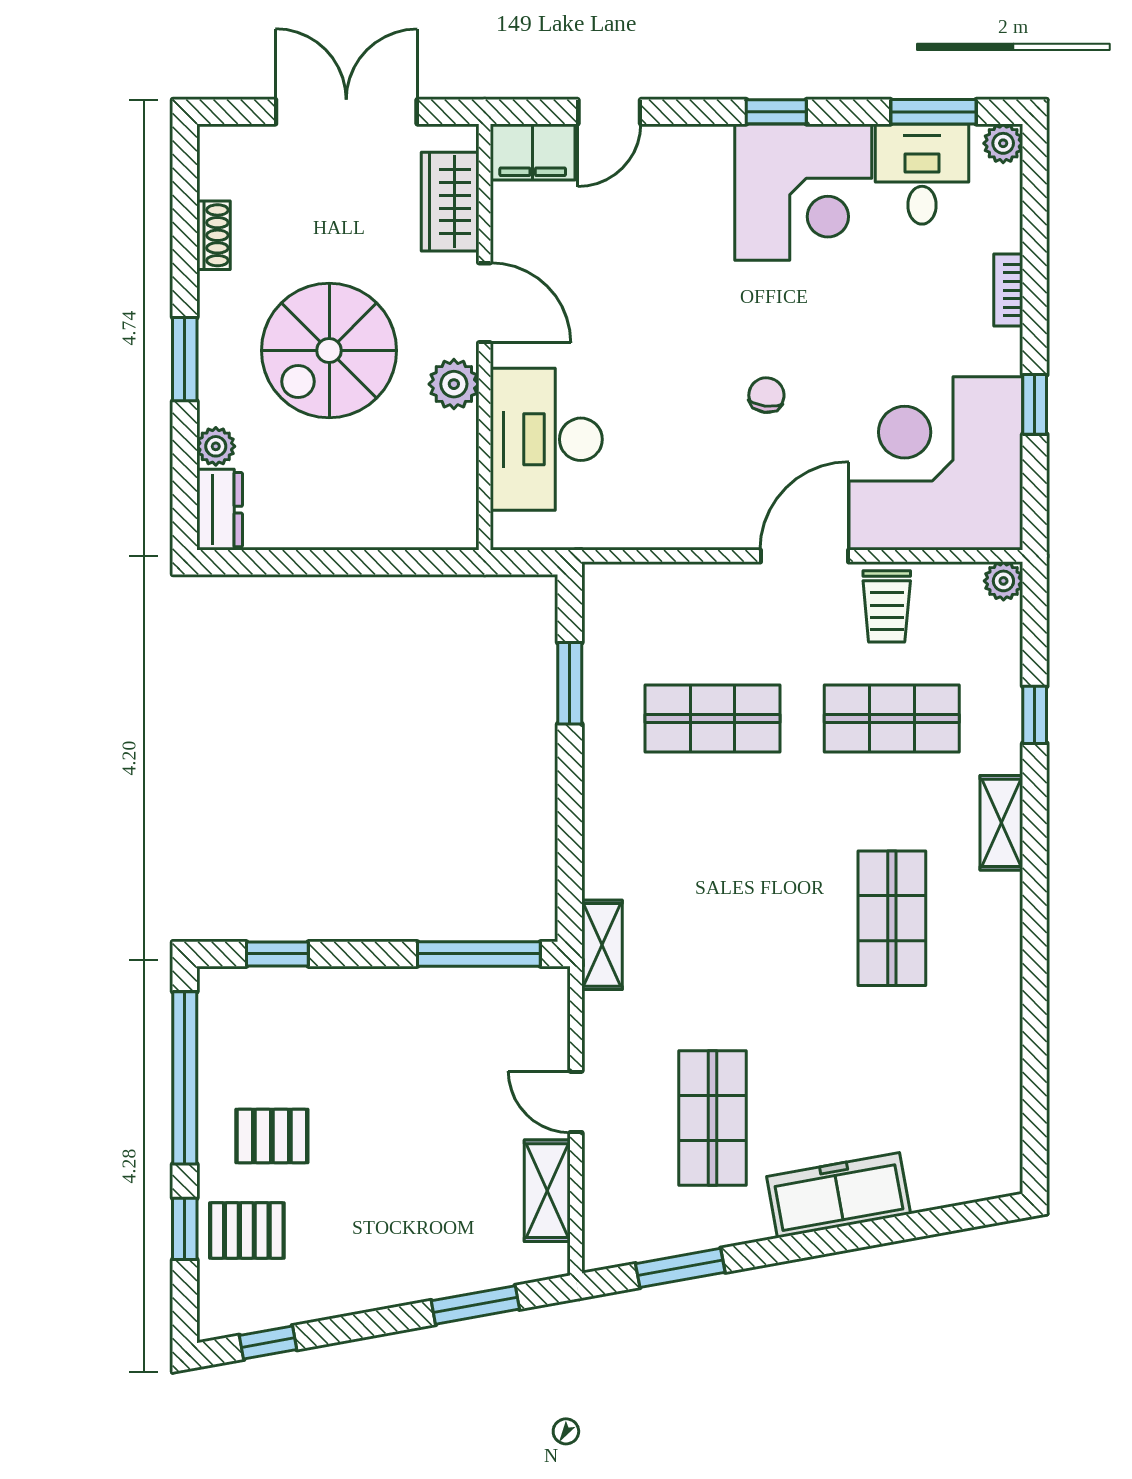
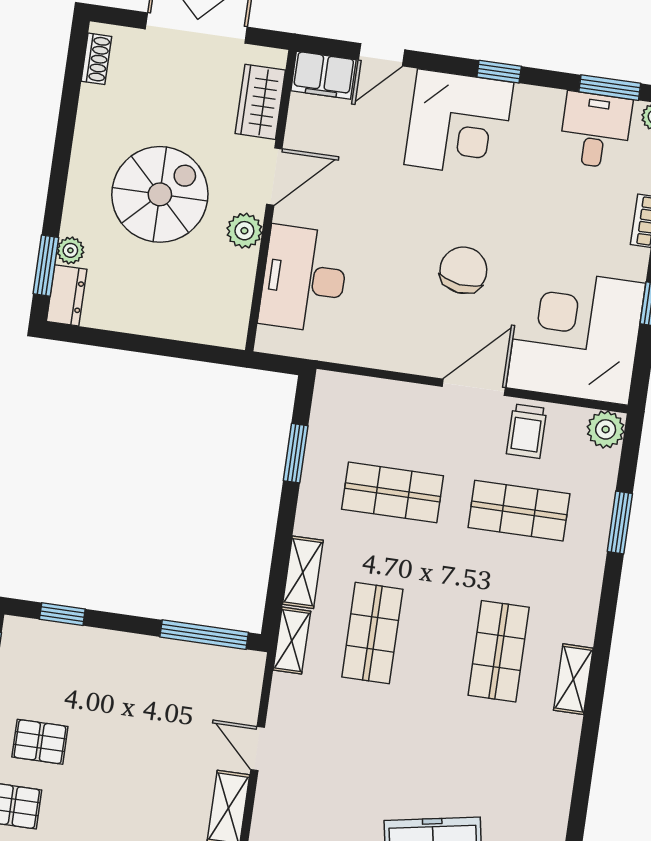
corner desk: (803, 192) -> (459, 124), moved
shoe rack: (213, 235) -> (96, 59), moved
door: (485, 303) -> (274, 177), hinge flipped
spiral stairs: (329, 351) -> (160, 194), turned 180
window: (185, 359) -> (46, 266), moved
chair: (766, 395) -> (463, 270), width x1.87, depth x1.87
plant: (1003, 581) -> (606, 429), width x1.38, depth x1.38
window: (1035, 715) -> (620, 523), width x1.50
shelving: (1001, 823) -> (573, 679), moved
shelving: (604, 848) -> (303, 572), added
shop shelf: (713, 1118) -> (372, 633), moved

